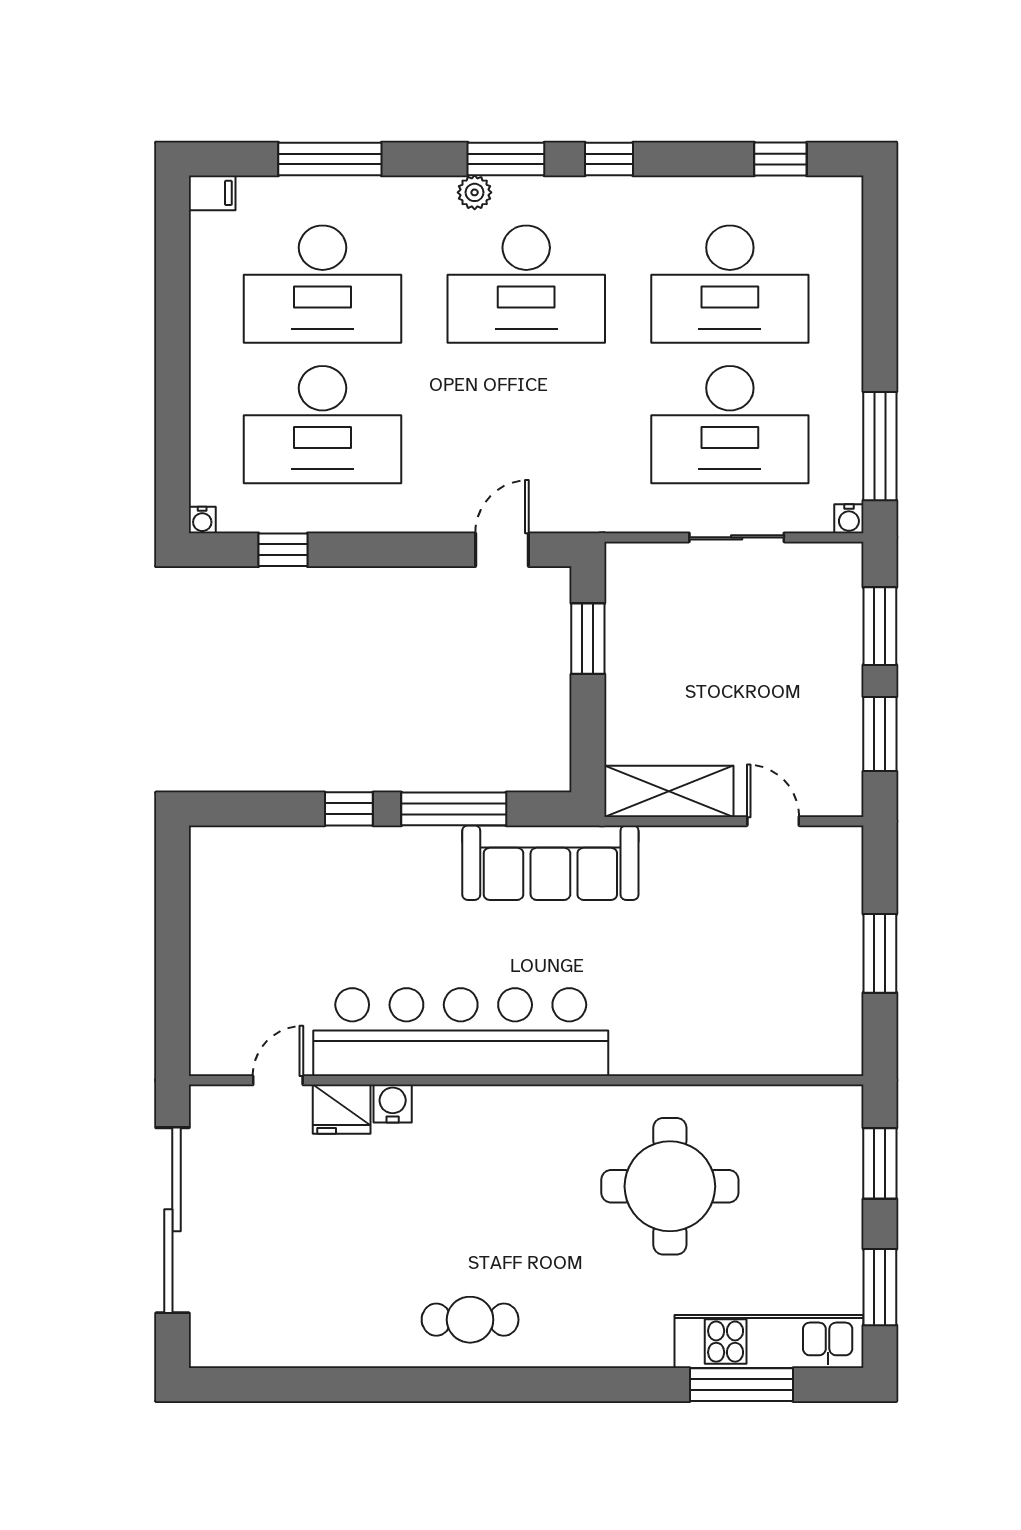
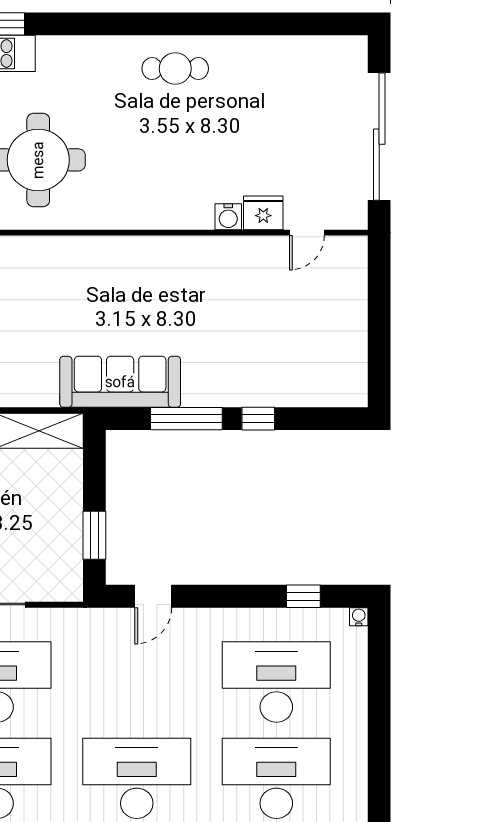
bar counter: (461, 1032) -> (182, 266), removed

